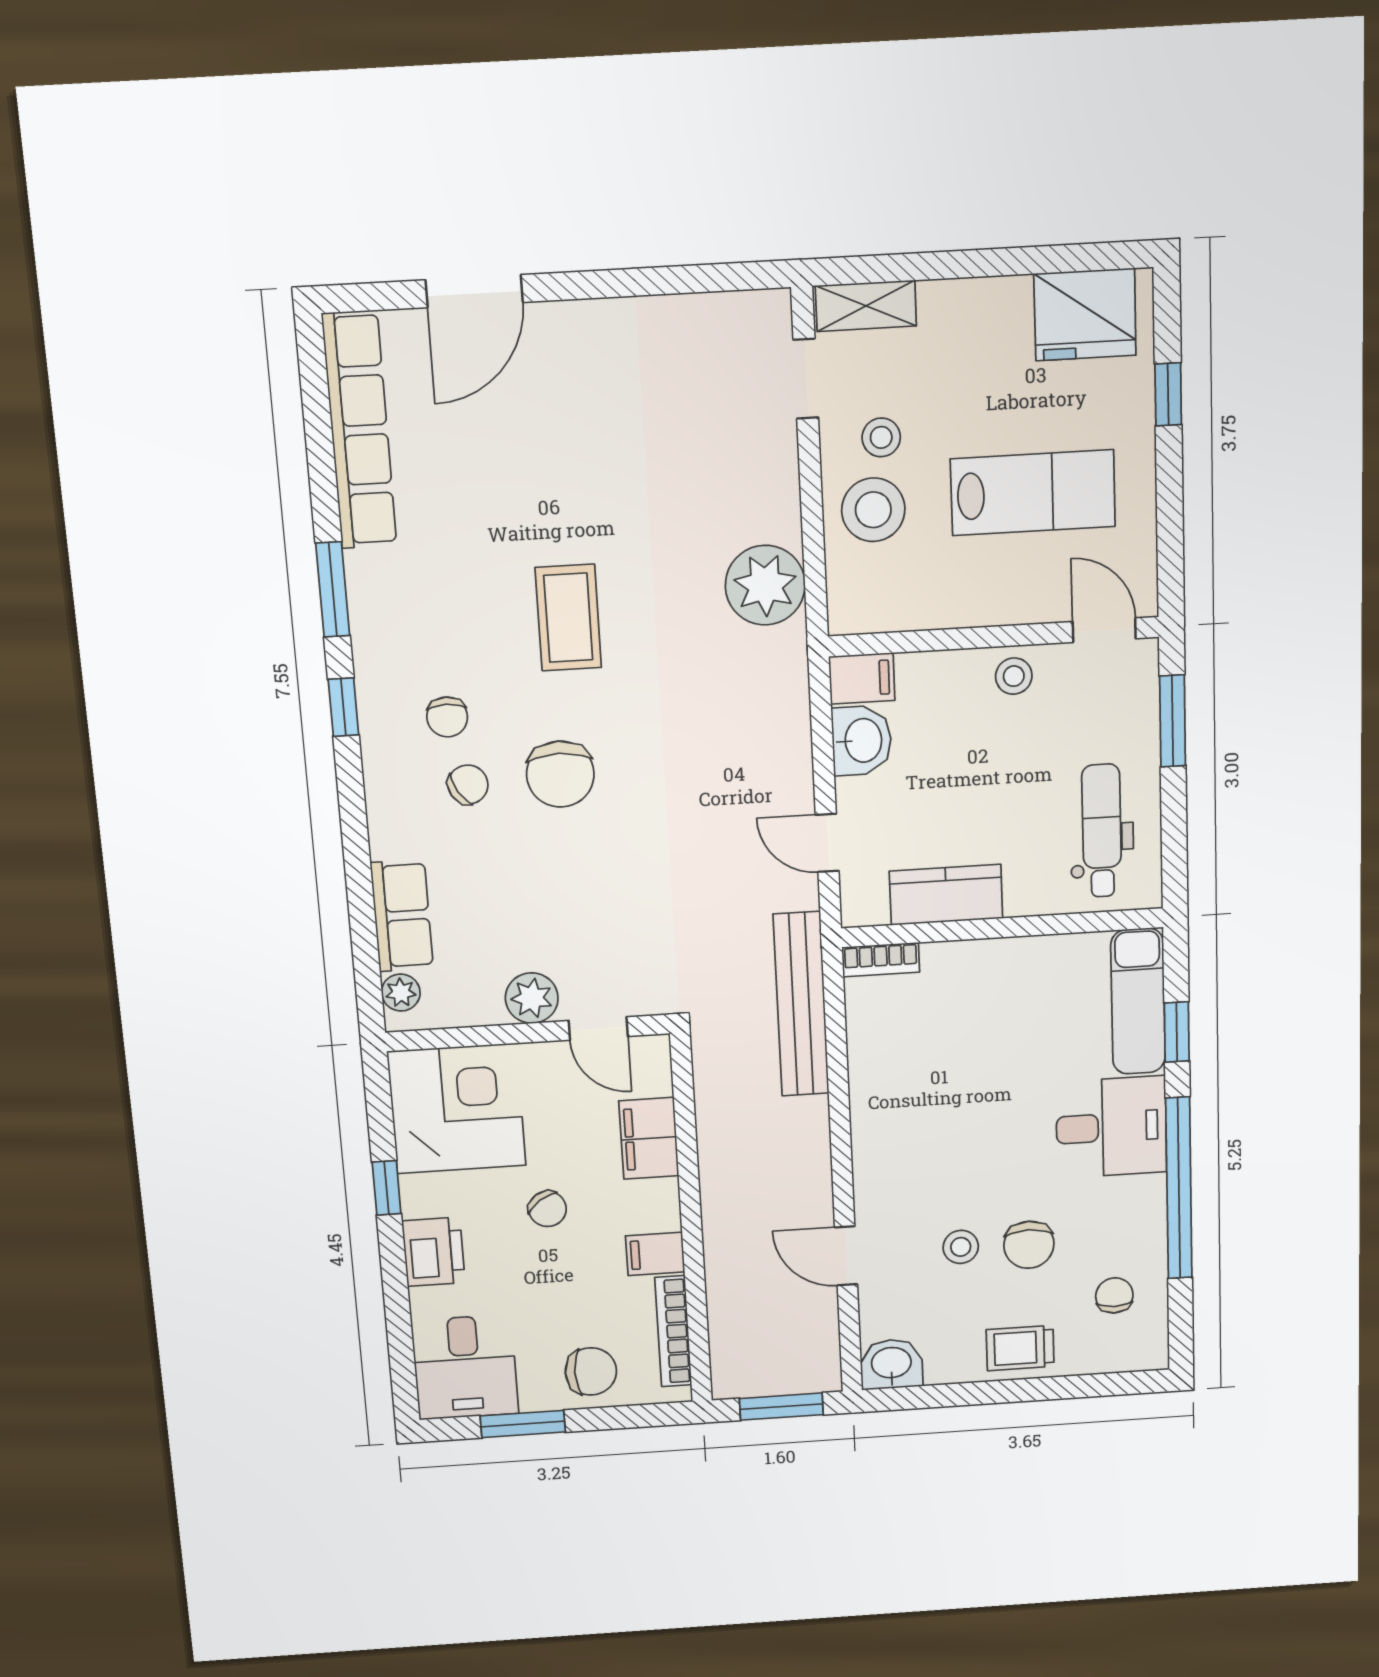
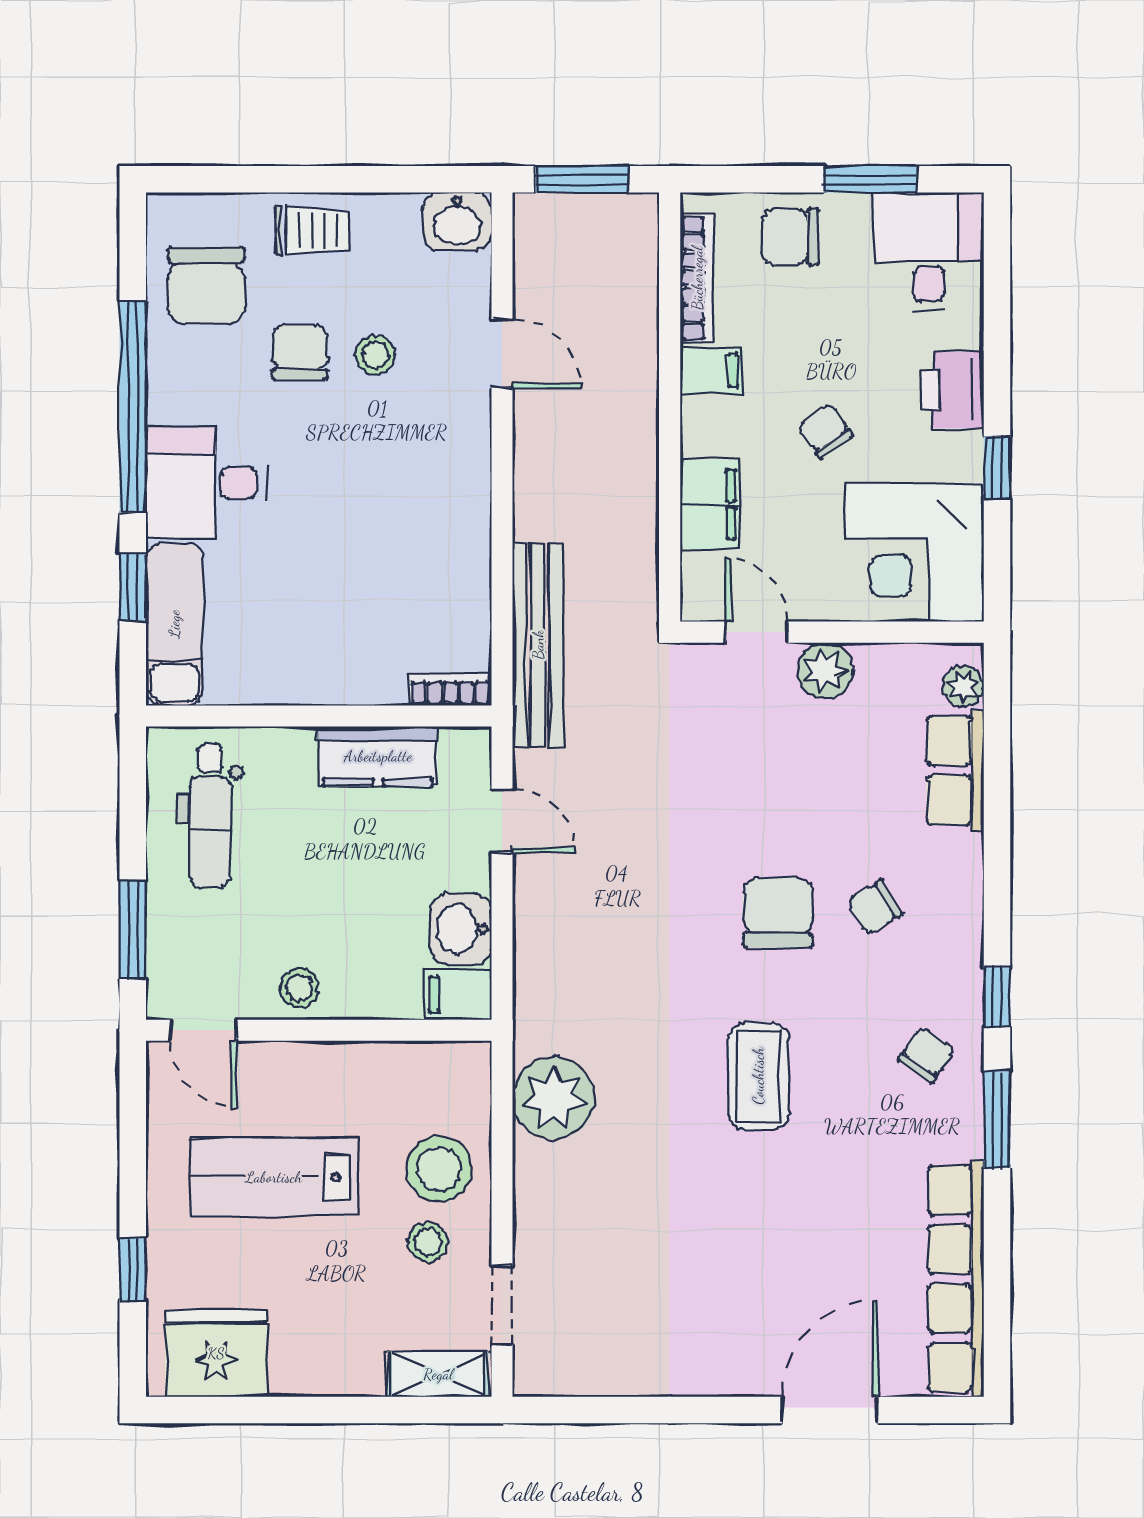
chair: (447, 717) -> (926, 1055), moved, turned 34
chair: (1114, 1295) -> (206, 286), width x1.87, depth x1.87

